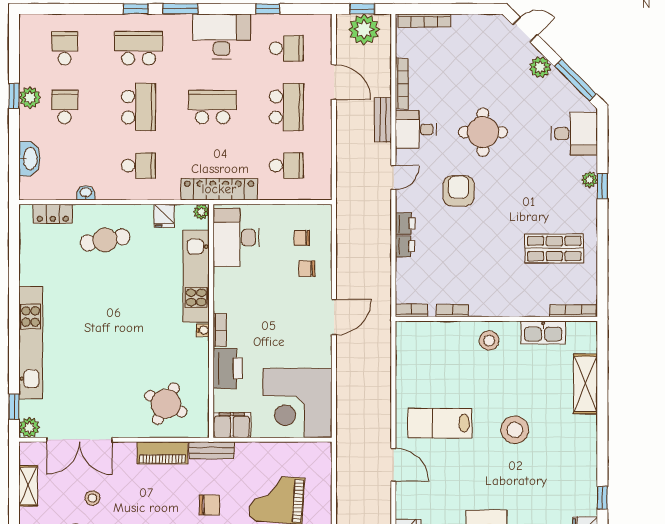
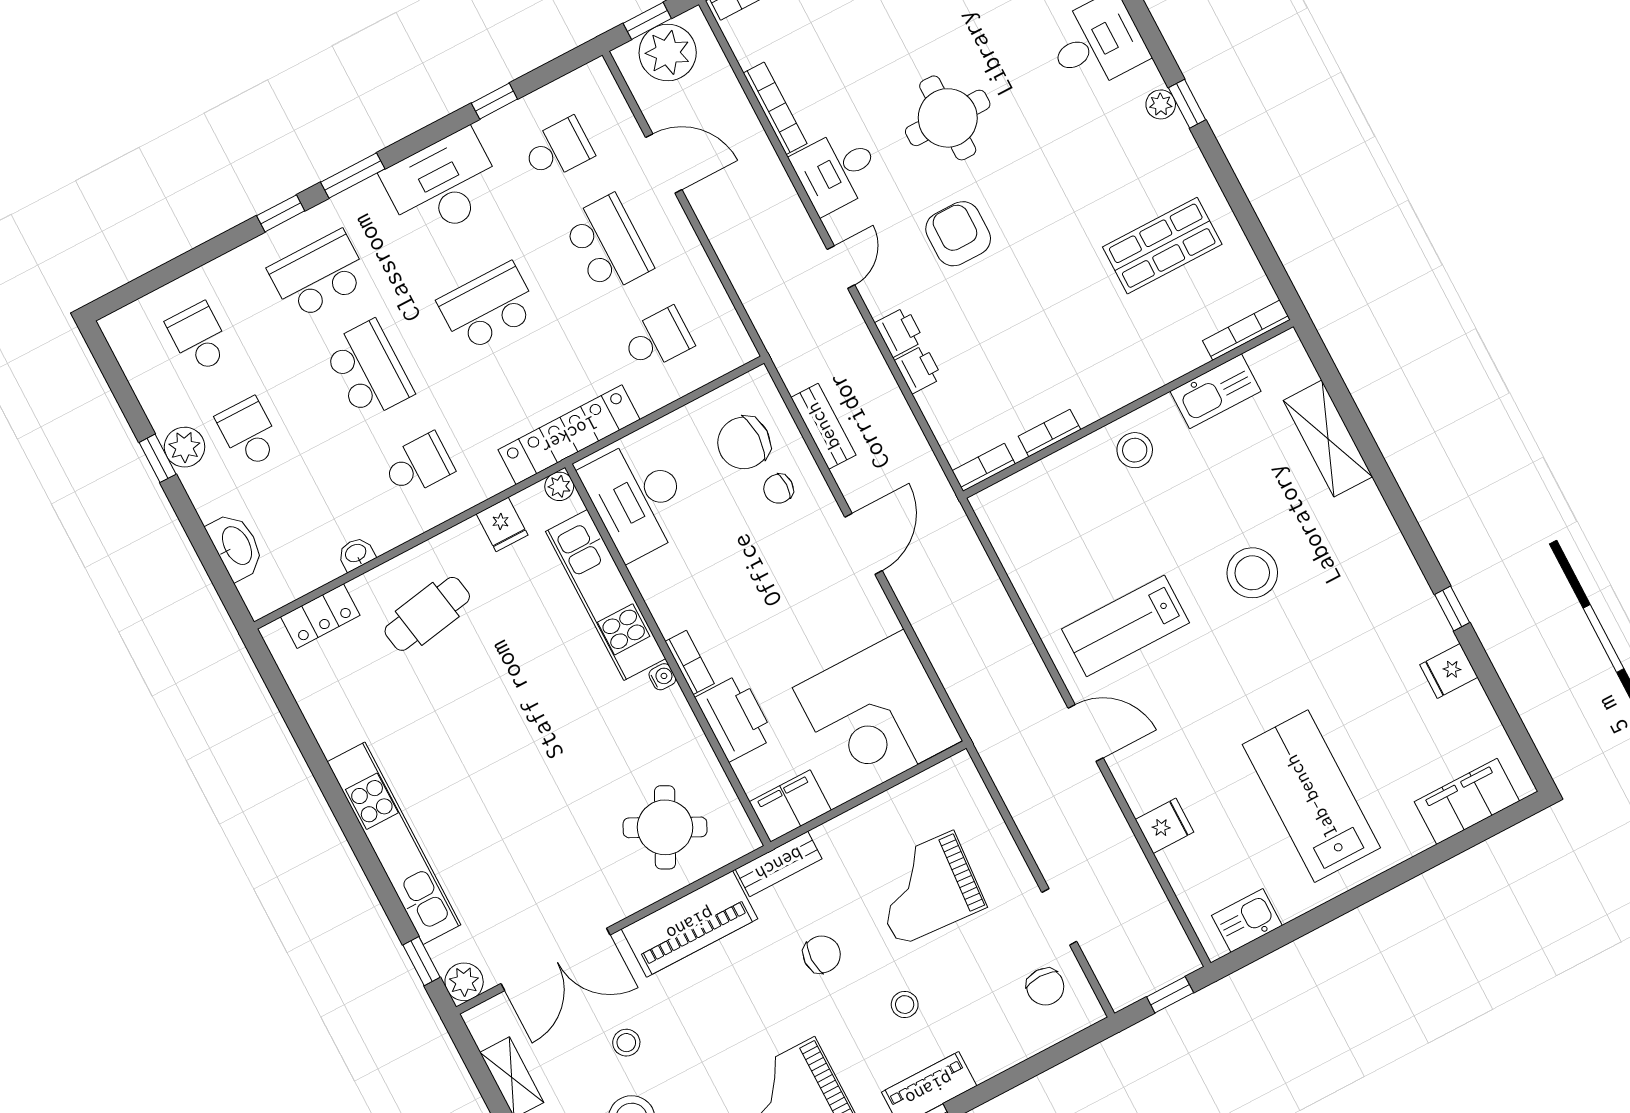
bench: (383, 120) -> (823, 426), moved
chair: (302, 238) -> (744, 443), width x1.87, depth x1.87
piano: (162, 453) -> (690, 924), width x1.37, depth x1.33

